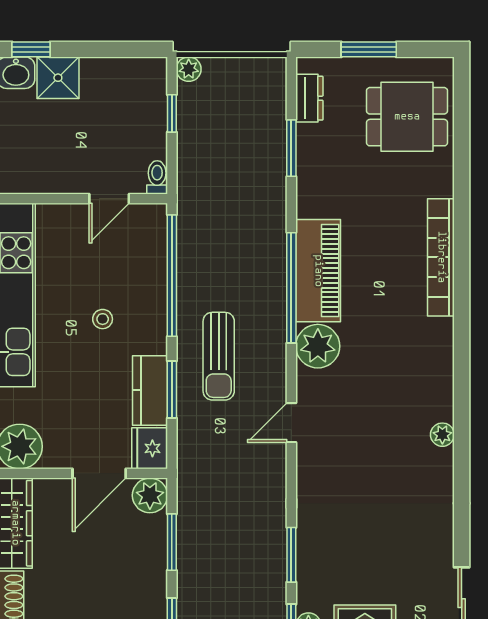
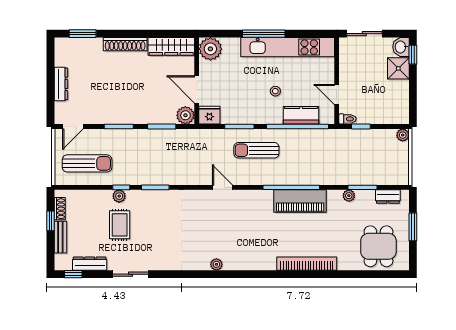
window: (172, 113) -> (361, 126), moved
plant: (318, 346) -> (349, 196), moved, width x0.53, depth x0.53
kitchen counter: (150, 390) -> (301, 115), moved

